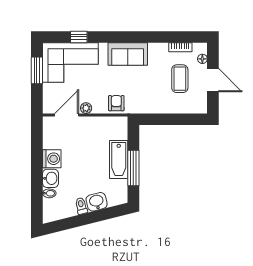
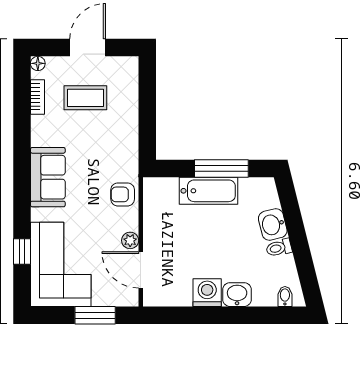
floor lamp: (202, 59) -> (38, 63), moved
window: (37, 70) -> (95, 315), moved
bidet: (49, 193) -> (285, 296), moved

